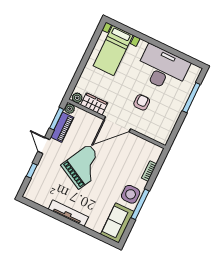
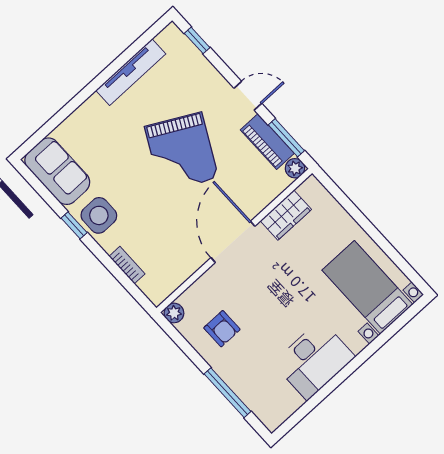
desk: (162, 69) -> (314, 360), width x0.73, depth x0.77
plant: (77, 98) -> (174, 313), moved
armchair: (142, 102) -> (222, 329), moved
window: (32, 171) -> (197, 40), moved
window: (140, 204) -> (74, 225), width x0.46
tv unit: (68, 213) -> (131, 72), moved

